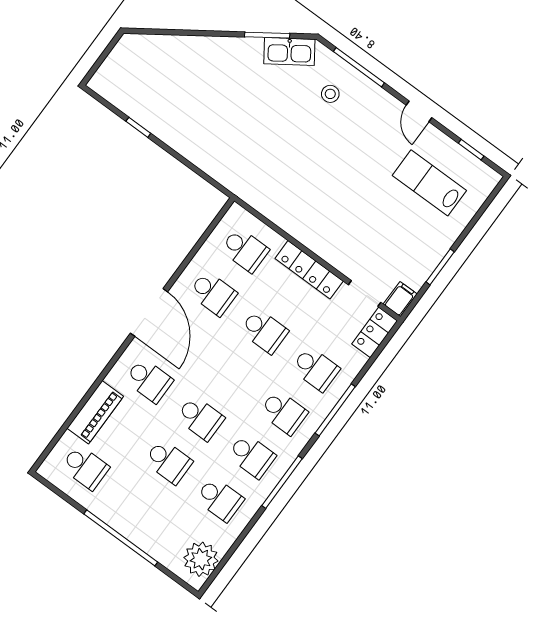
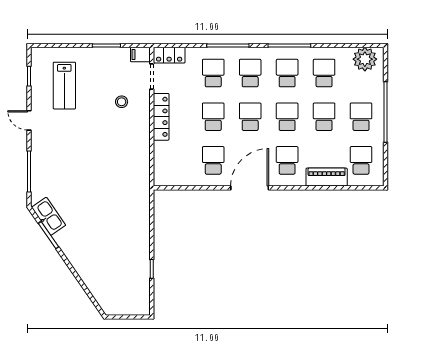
stool: (330, 94) -> (122, 102), moved
door: (419, 111) -> (29, 120), swing flipped
school desk: (245, 250) -> (250, 117), moved
school desk: (136, 505) -> (361, 117), added

